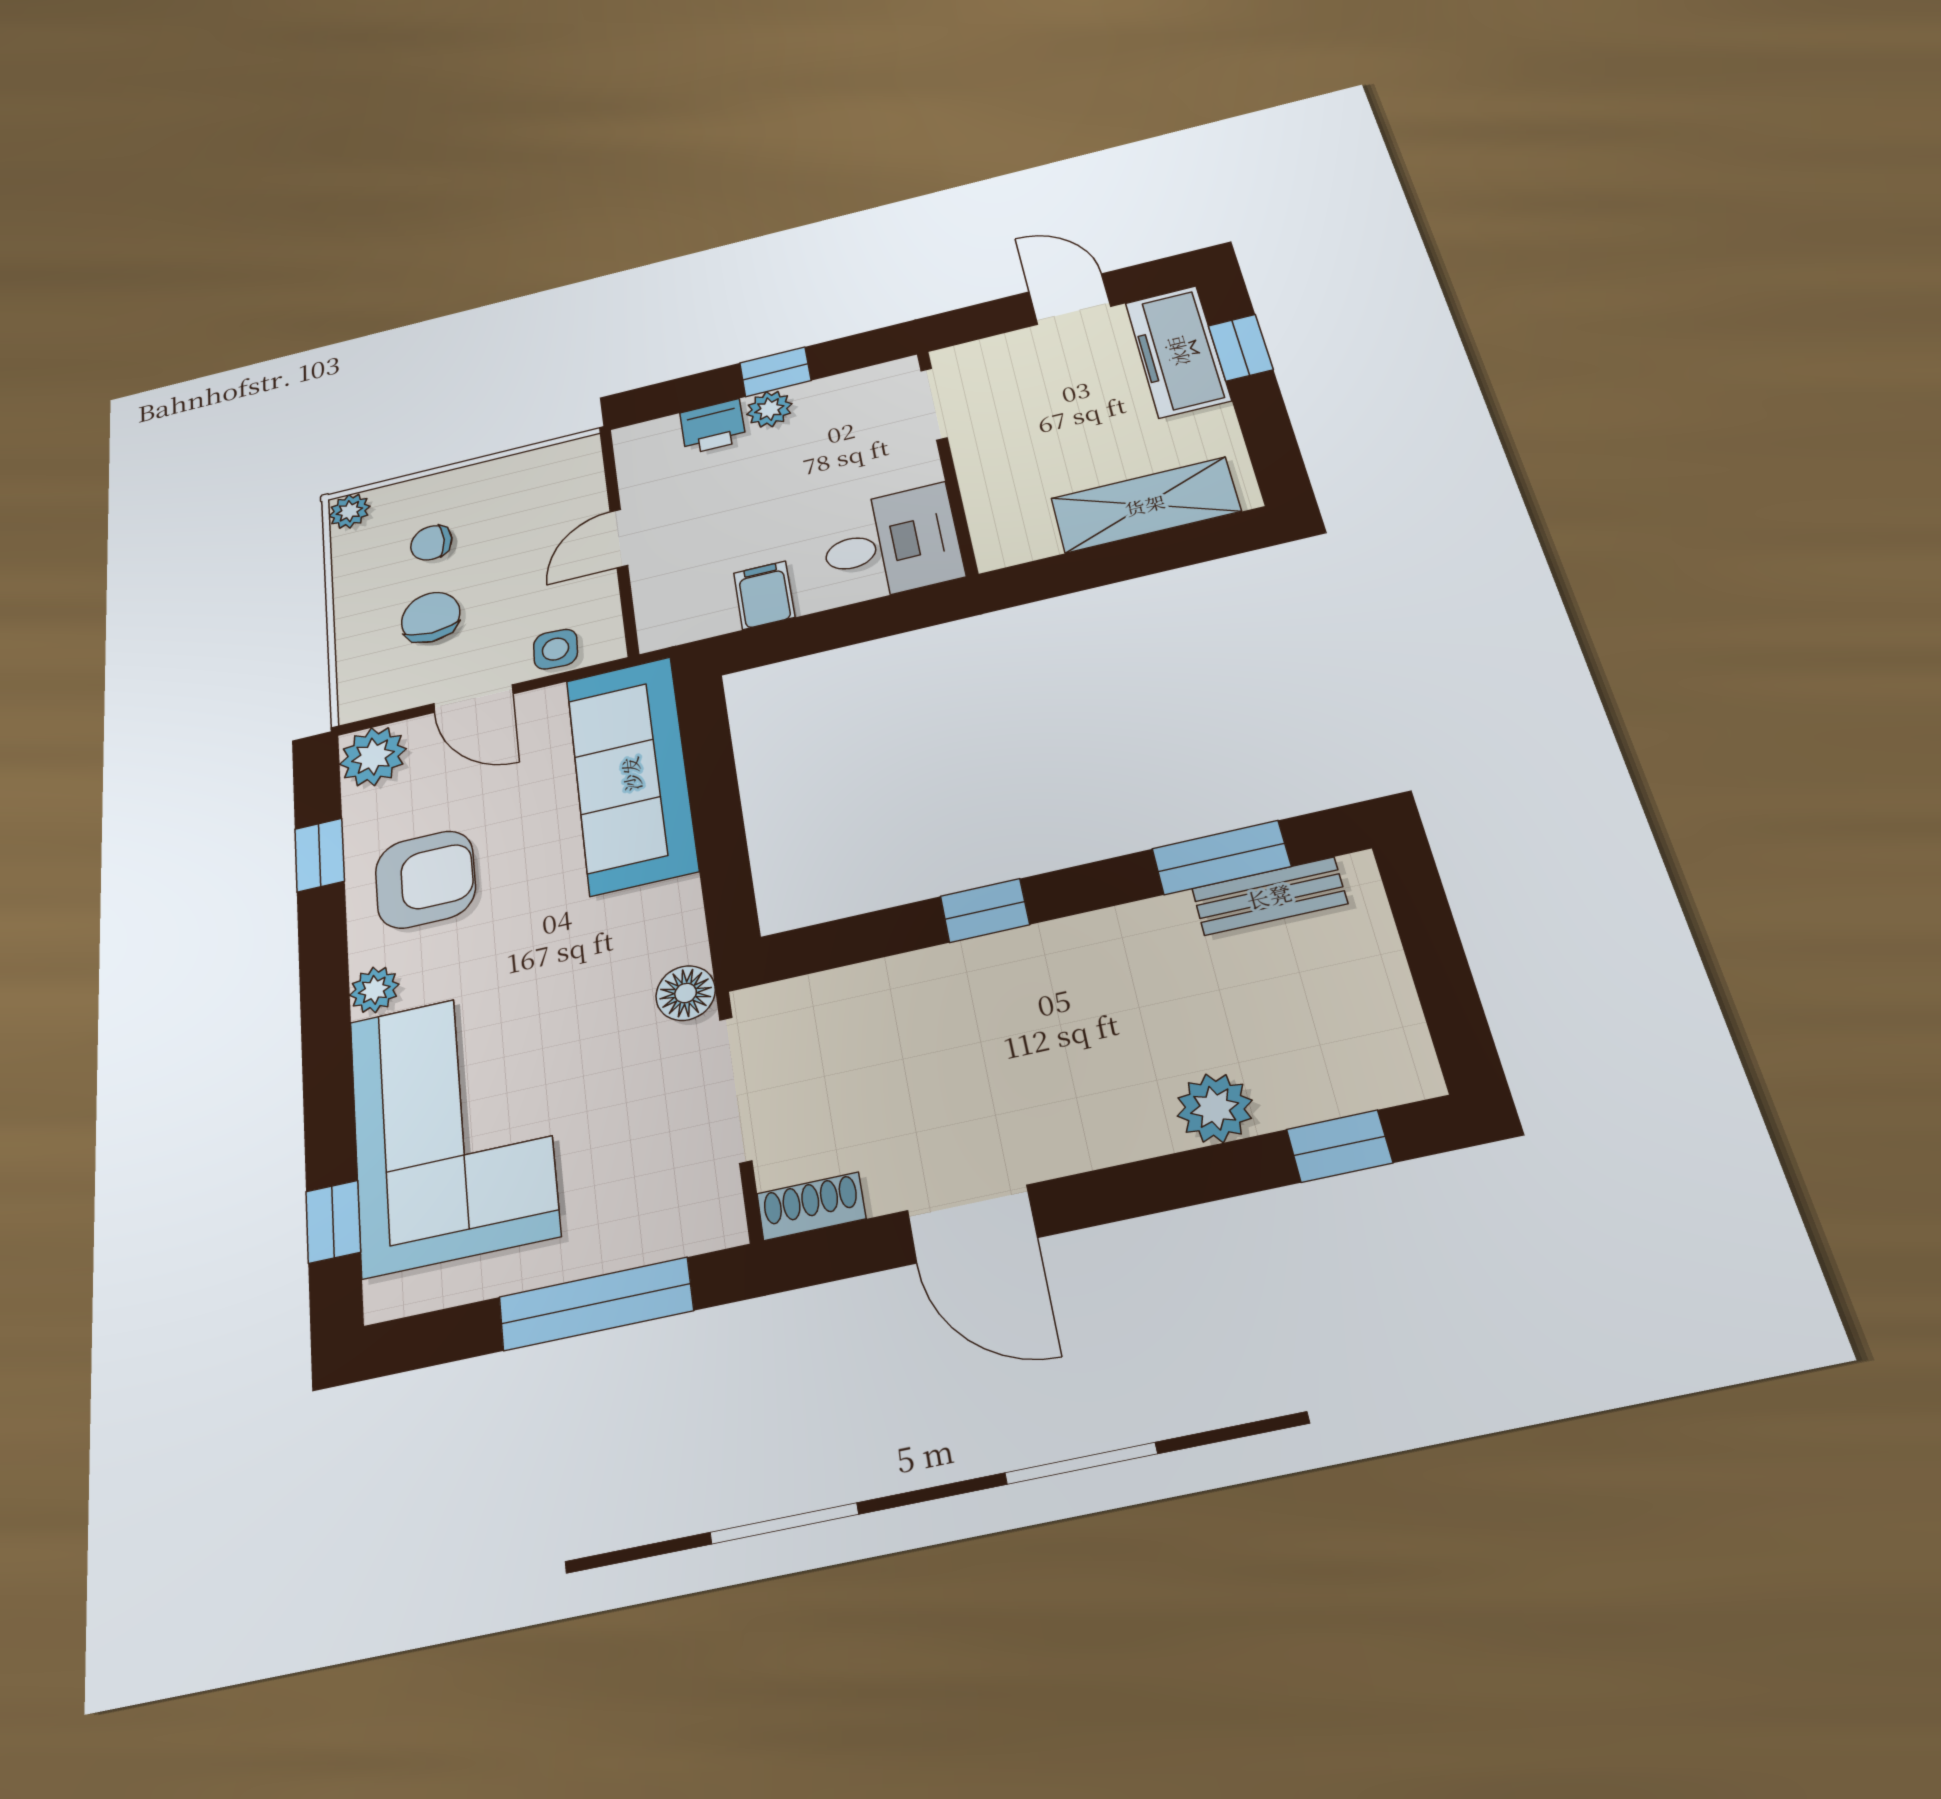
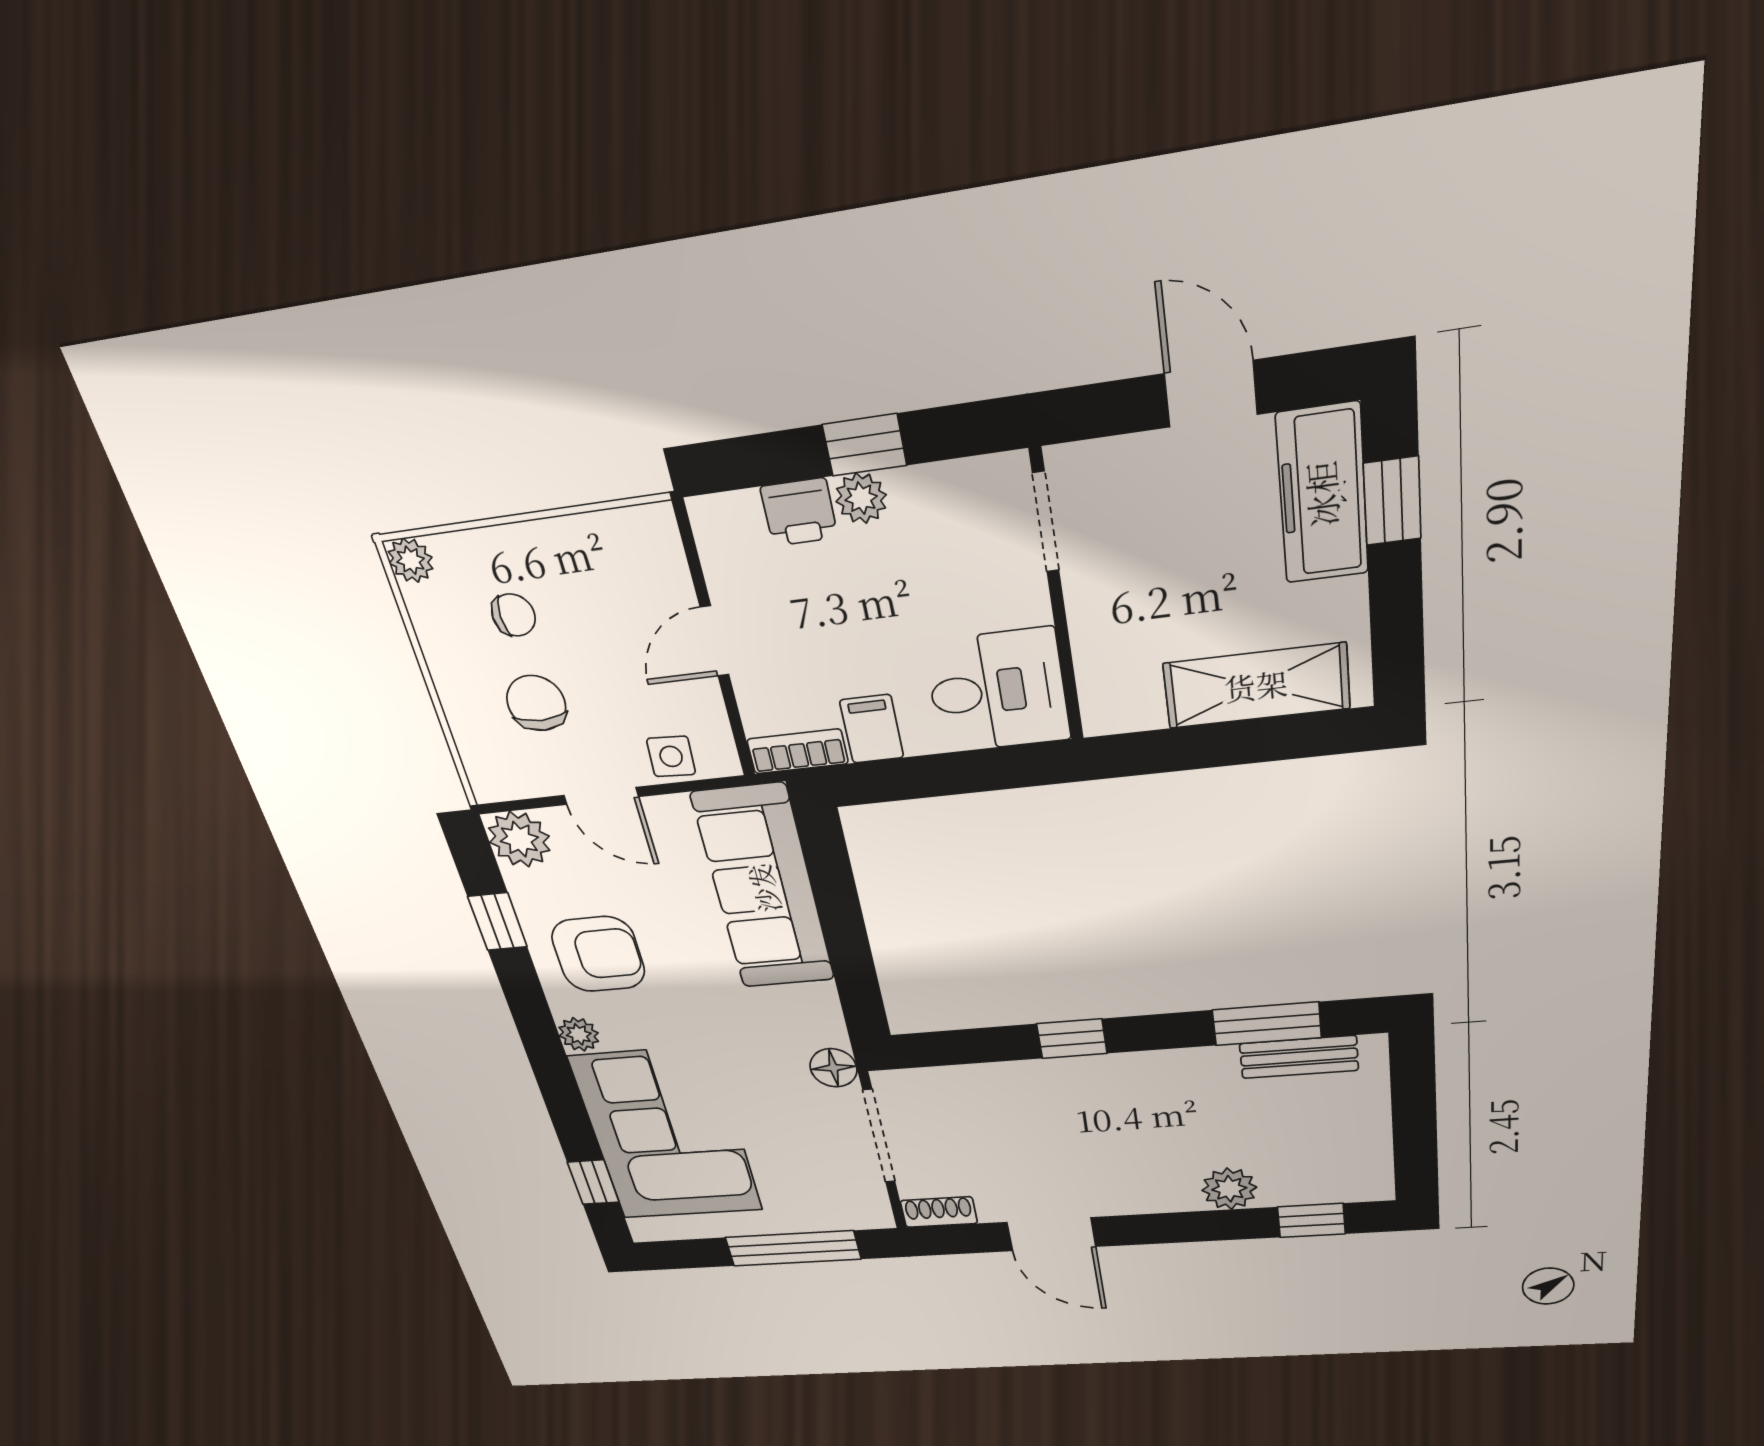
chair: (431, 543) -> (513, 615), turned 180
bookcase: (687, 626) -> (798, 751), added

